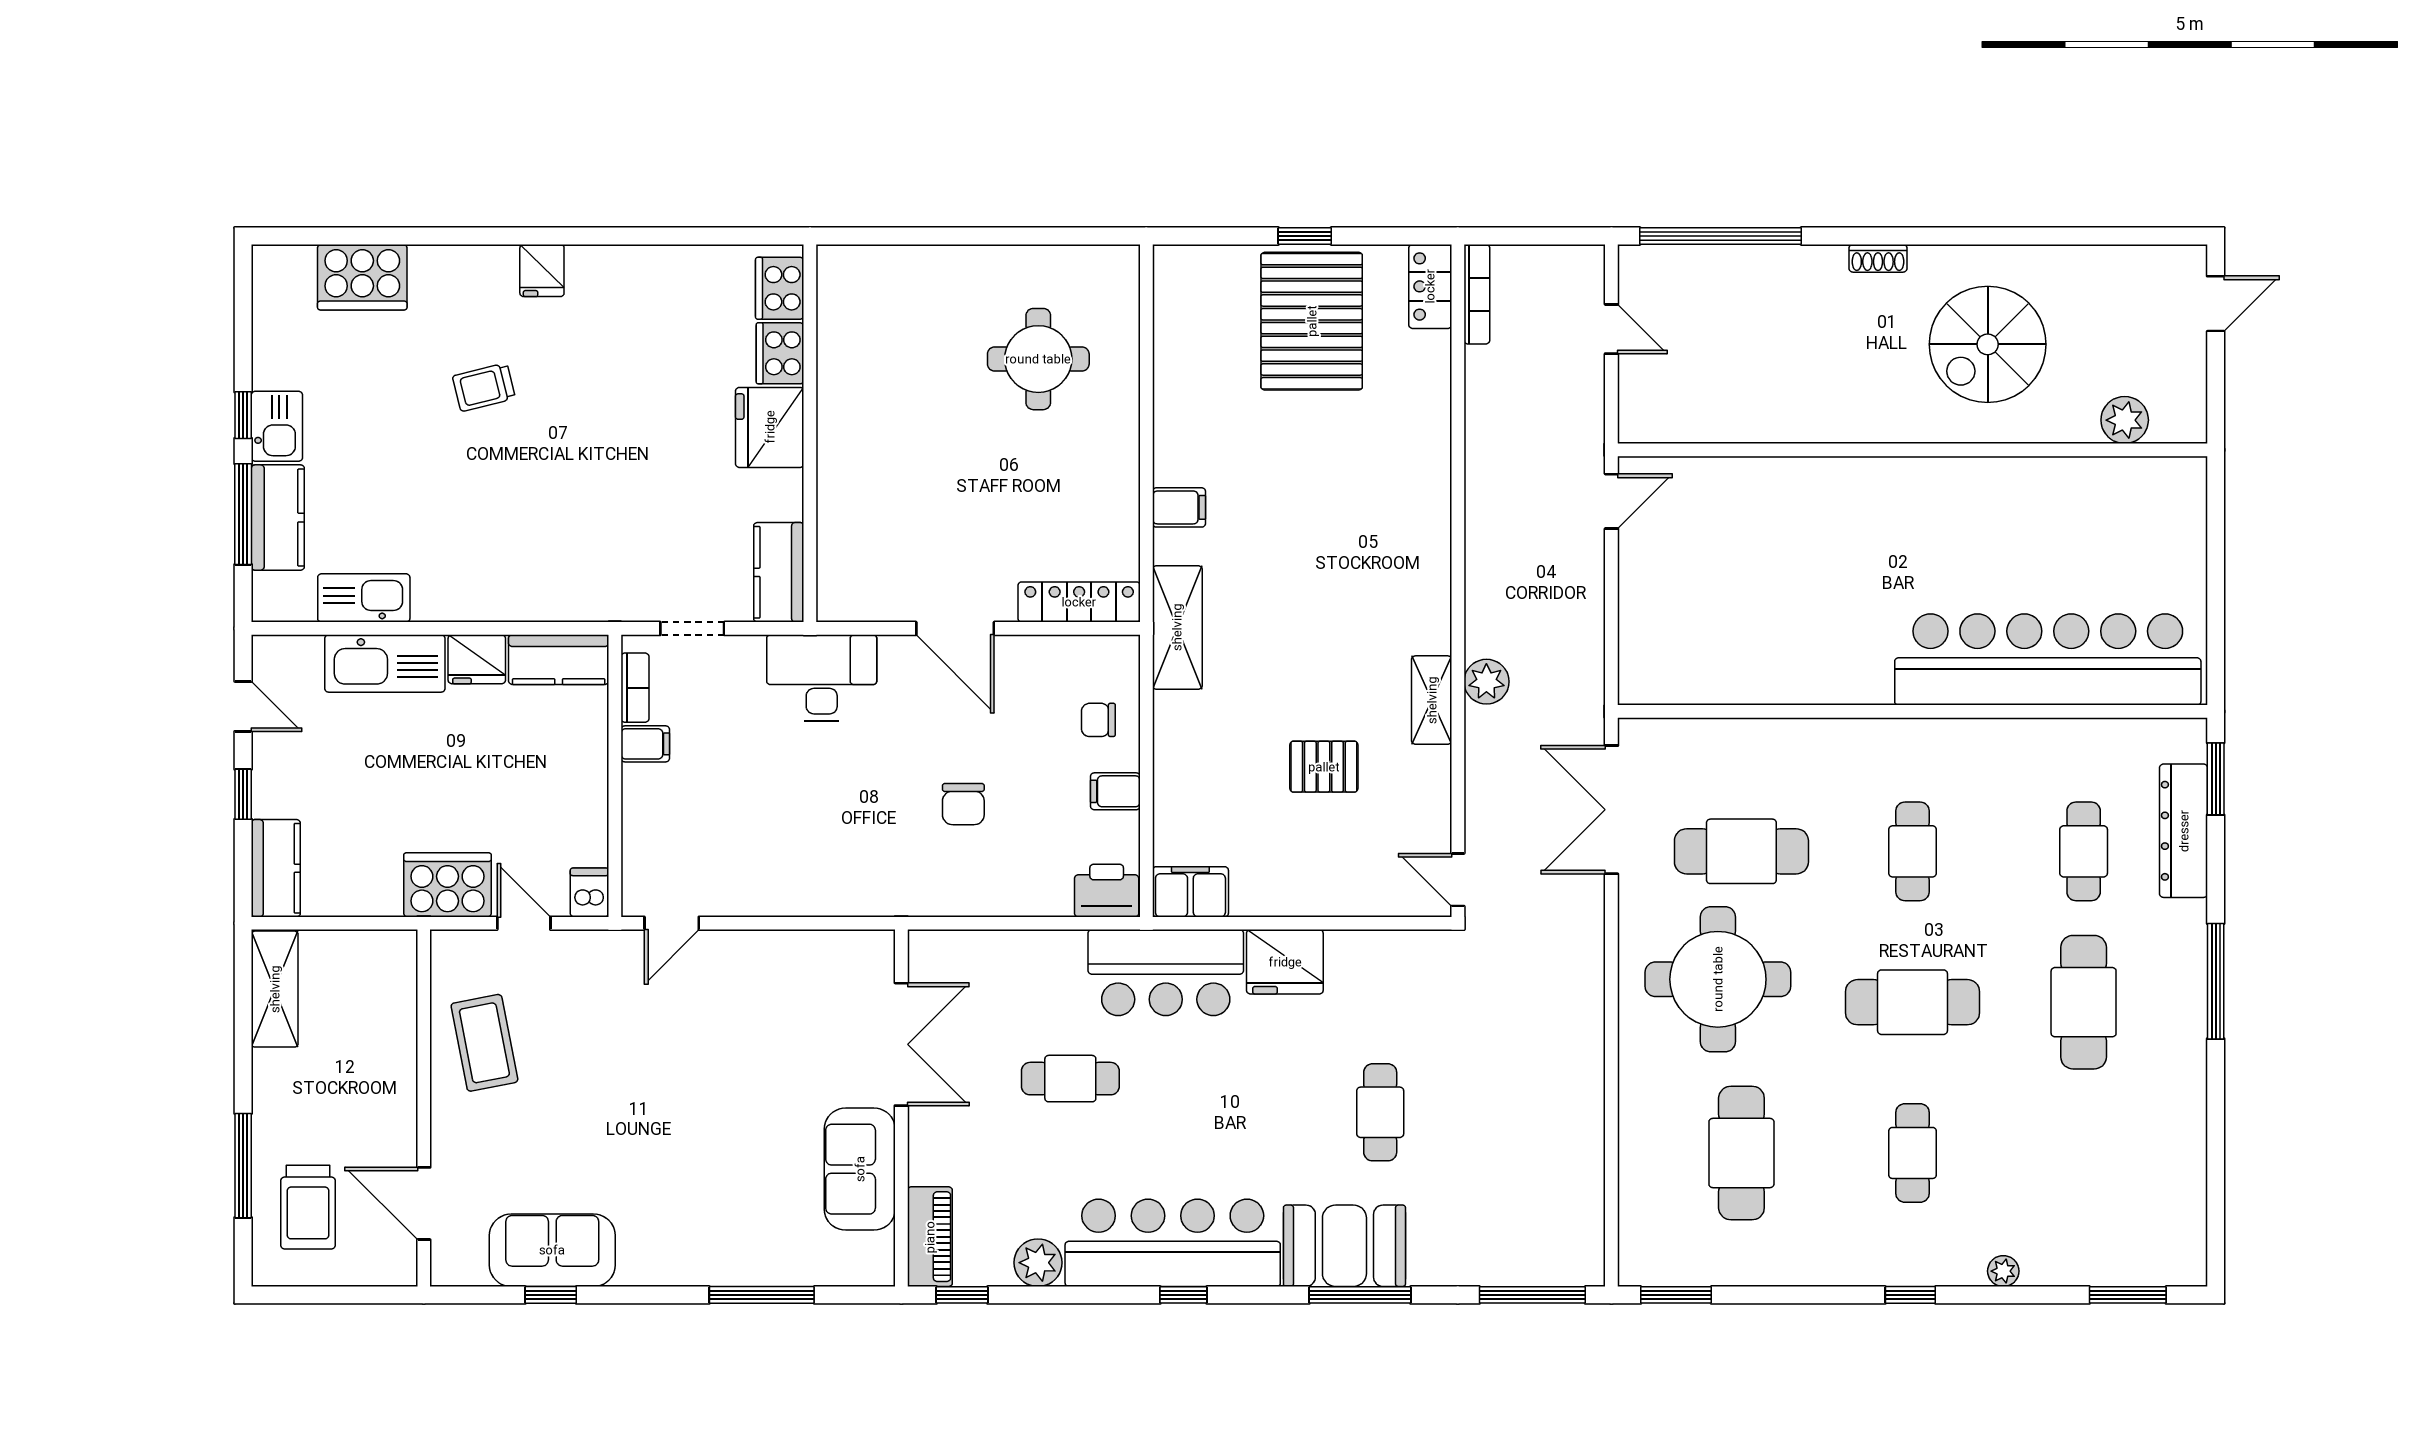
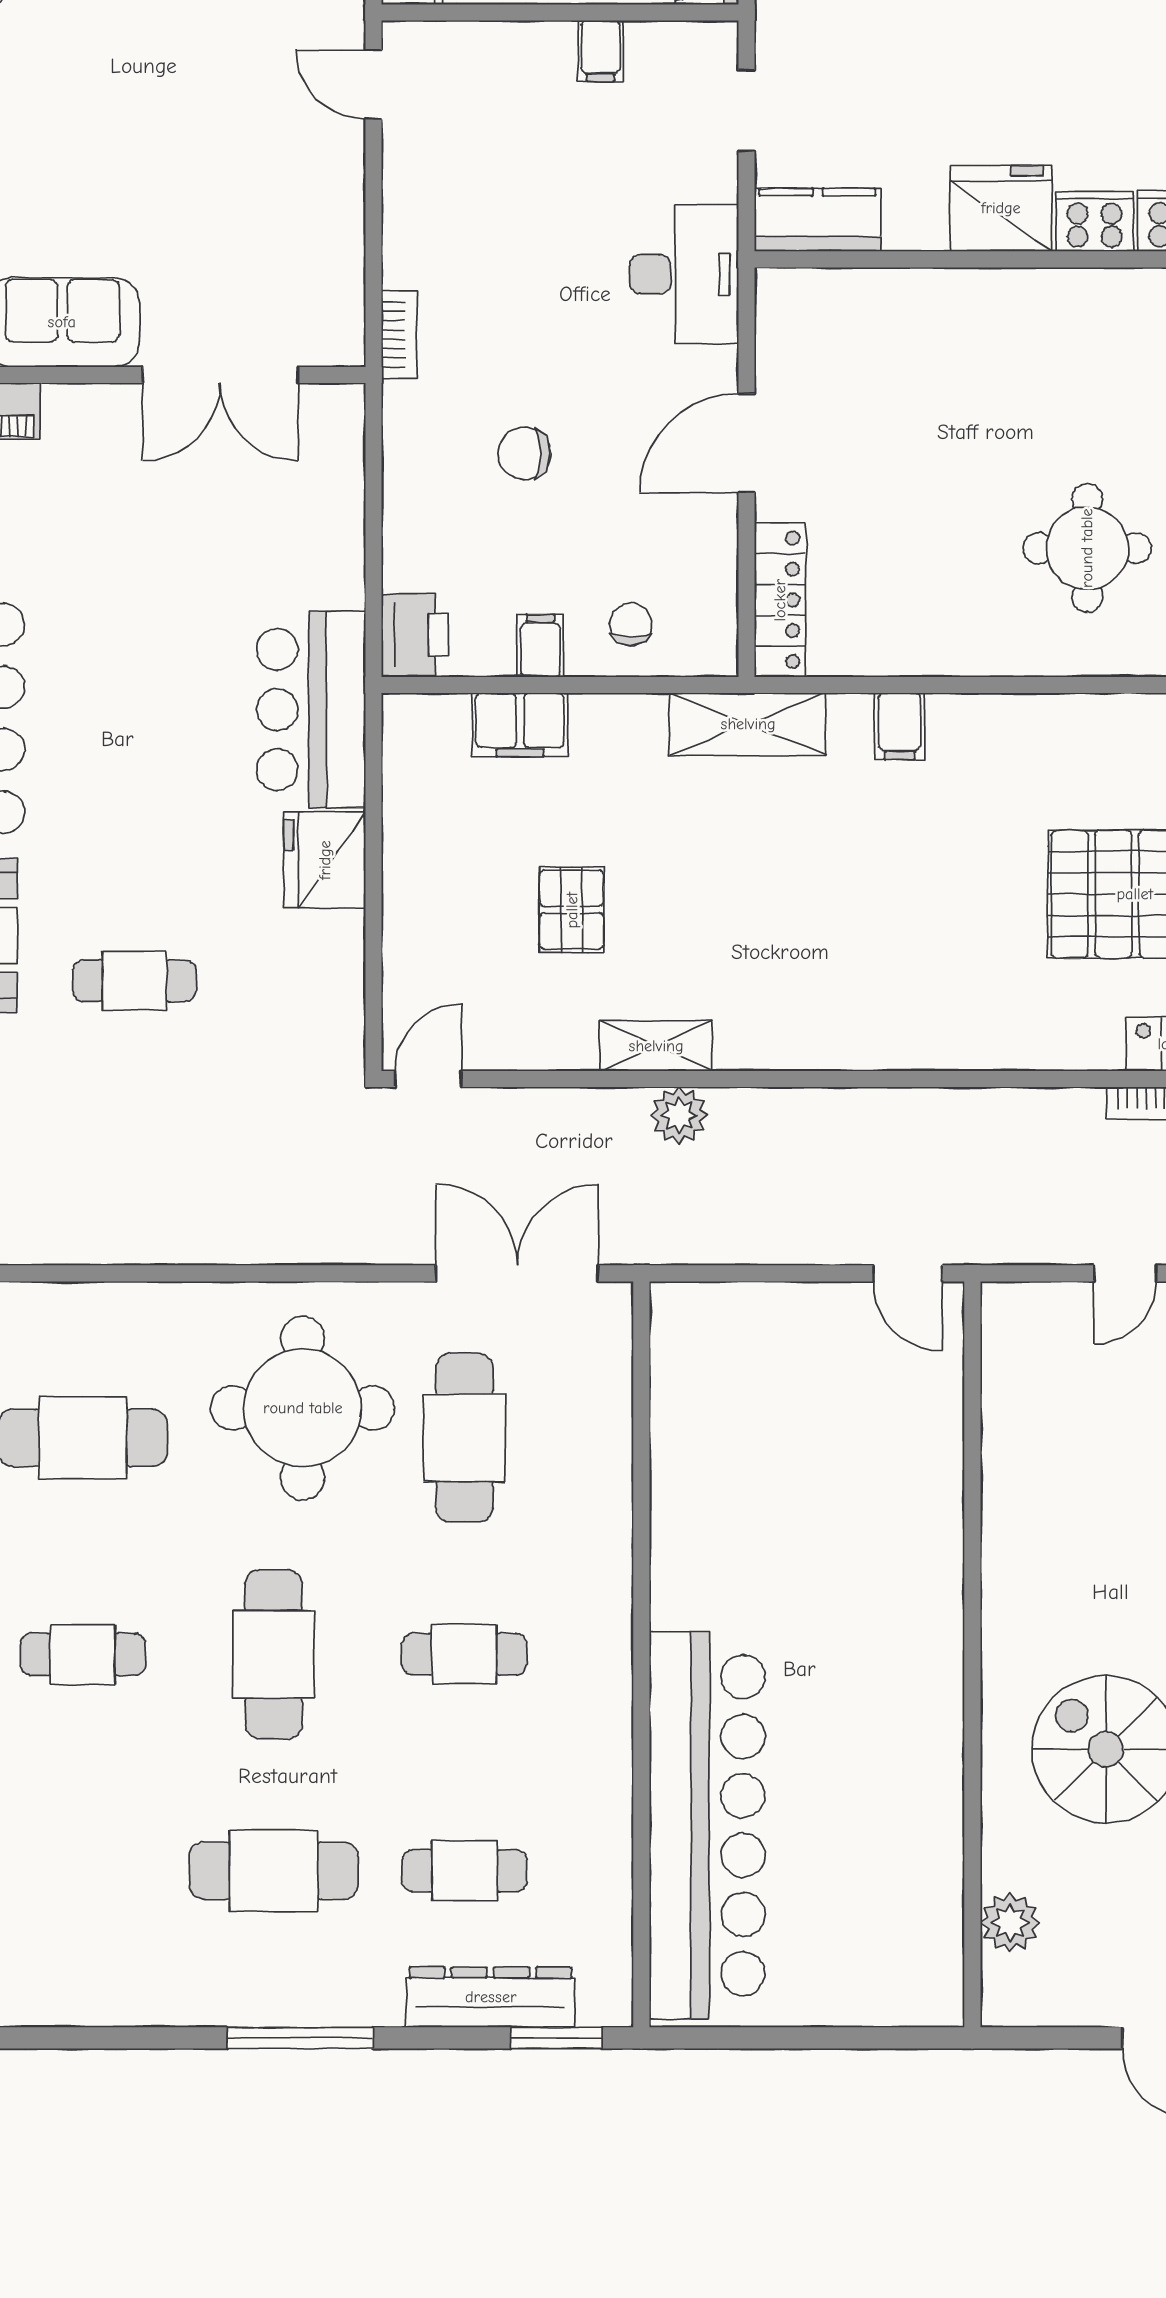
bookcase: (635, 688) -> (399, 334), moved, turned -90
filing cabinet: (1190, 892) -> (520, 725), moved, turned 90
cafe table: (1070, 1079) -> (177, 589), removed

